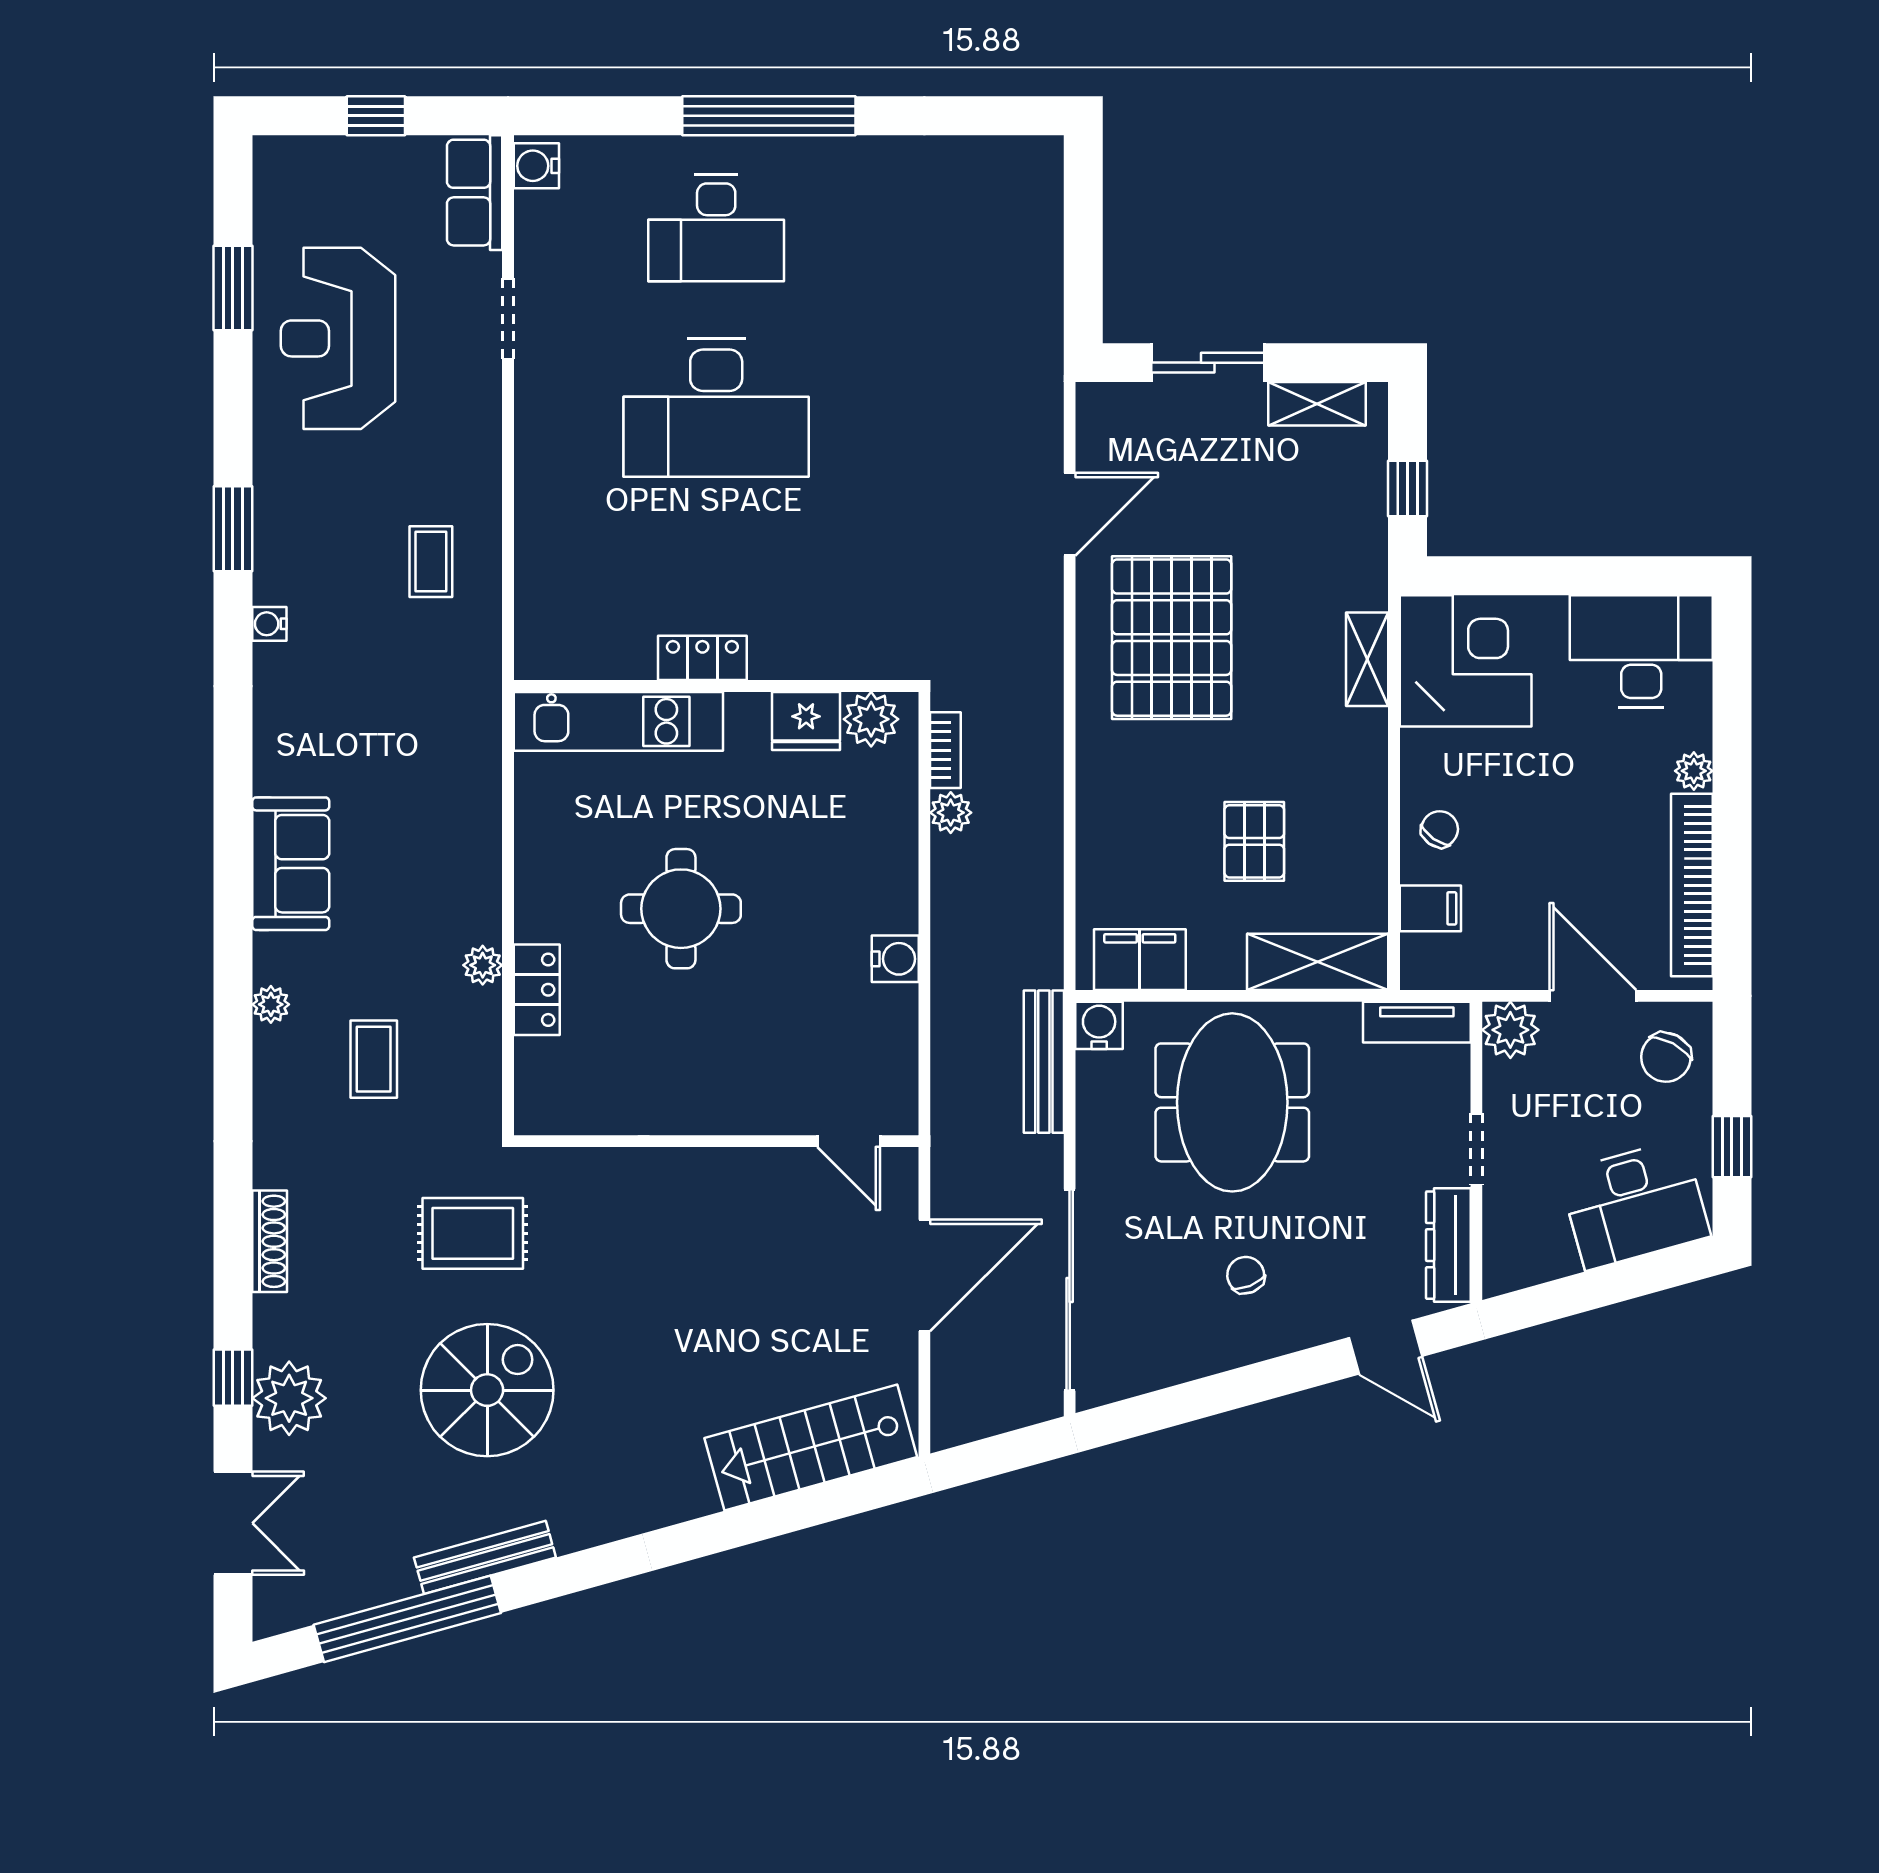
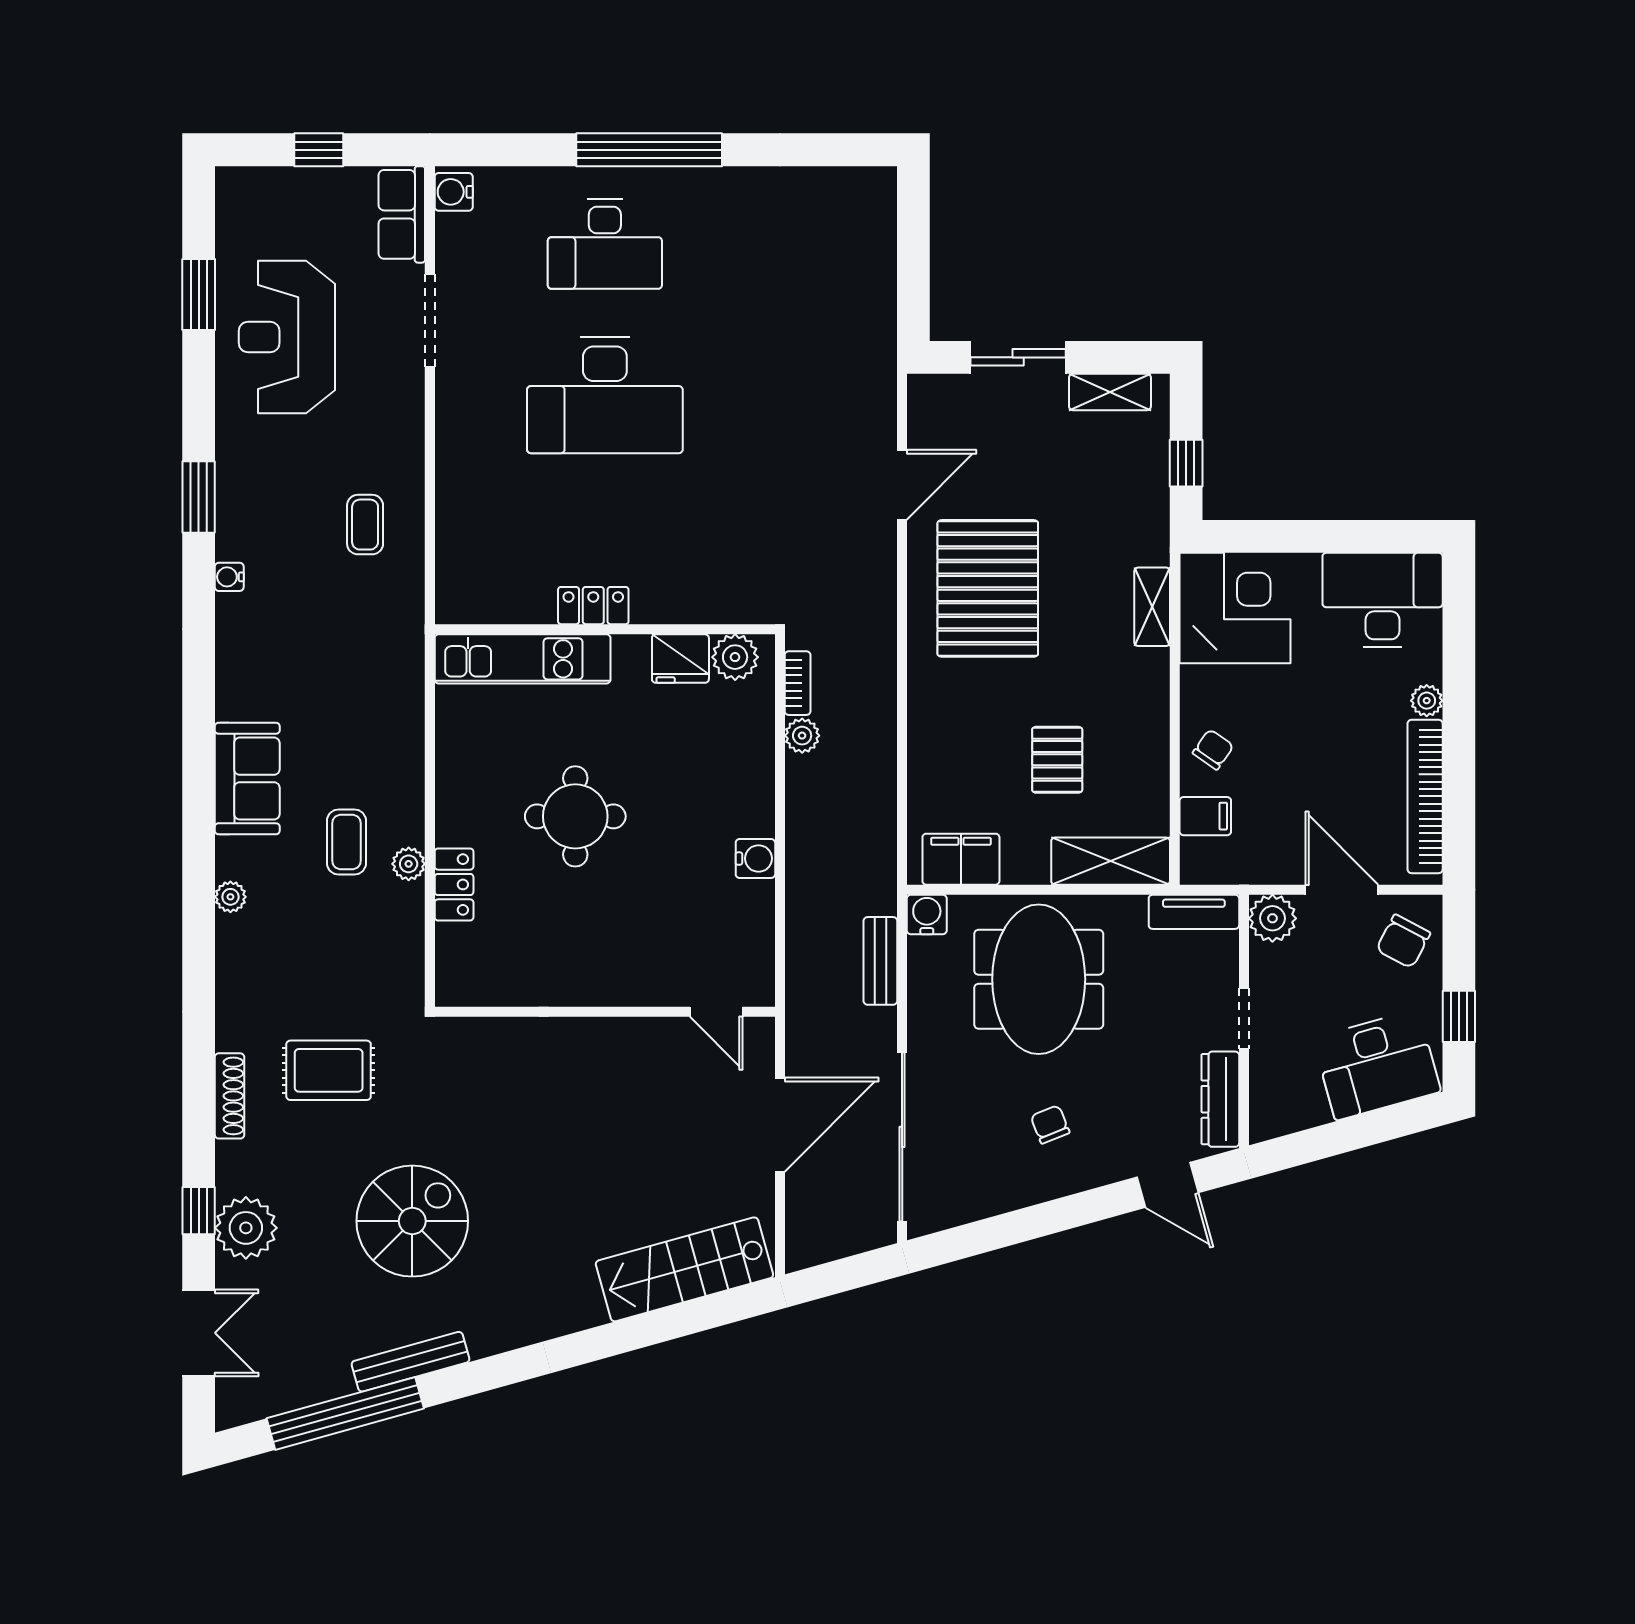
doorway: (508, 319) -> (430, 321), width x1.38
coffee table: (374, 1059) -> (346, 842), moved
bench: (1044, 1062) -> (880, 961), width x0.73
rug: (473, 1233) -> (329, 1070), moved

